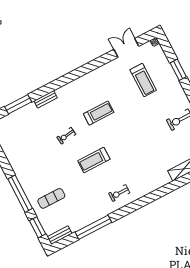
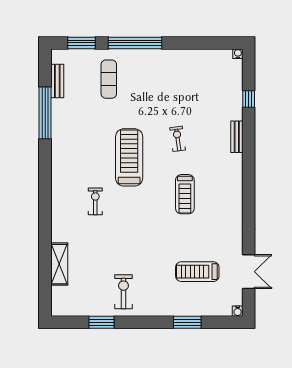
window: (18, 104) -> (249, 99), width x0.46
treadmill: (94, 160) -> (129, 157), width x1.37, depth x1.38
exercise bike: (119, 193) -> (95, 201), moved
bench: (60, 235) -> (57, 81), moved

